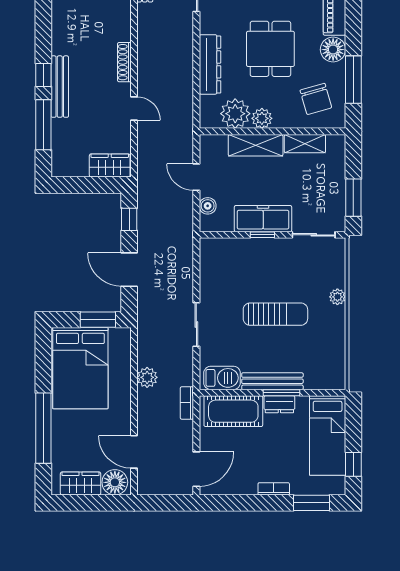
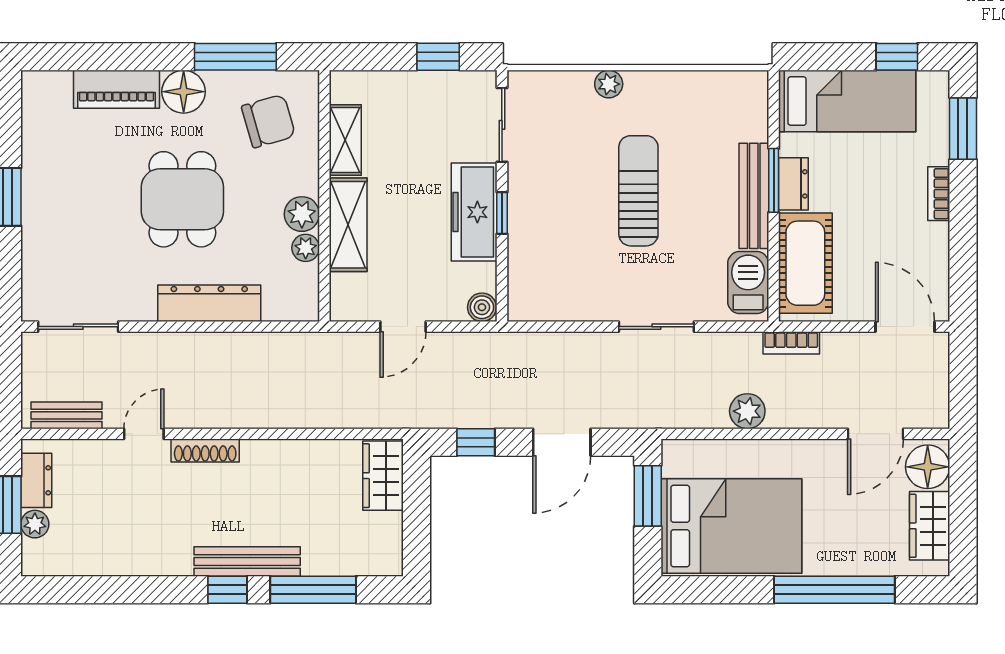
dining table: (270, 49) -> (182, 199), turned 90
door: (134, 108) -> (144, 434), moved
plant: (235, 114) -> (306, 248), width x0.53, depth x0.53
window: (353, 198) -> (438, 57), width x0.67
boiler: (208, 206) -> (482, 307), moved

